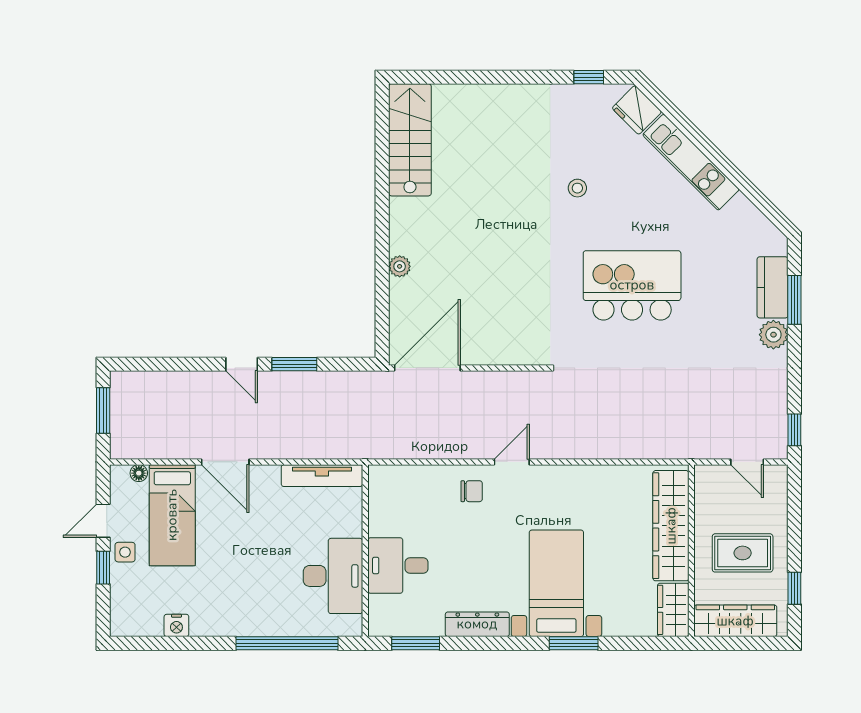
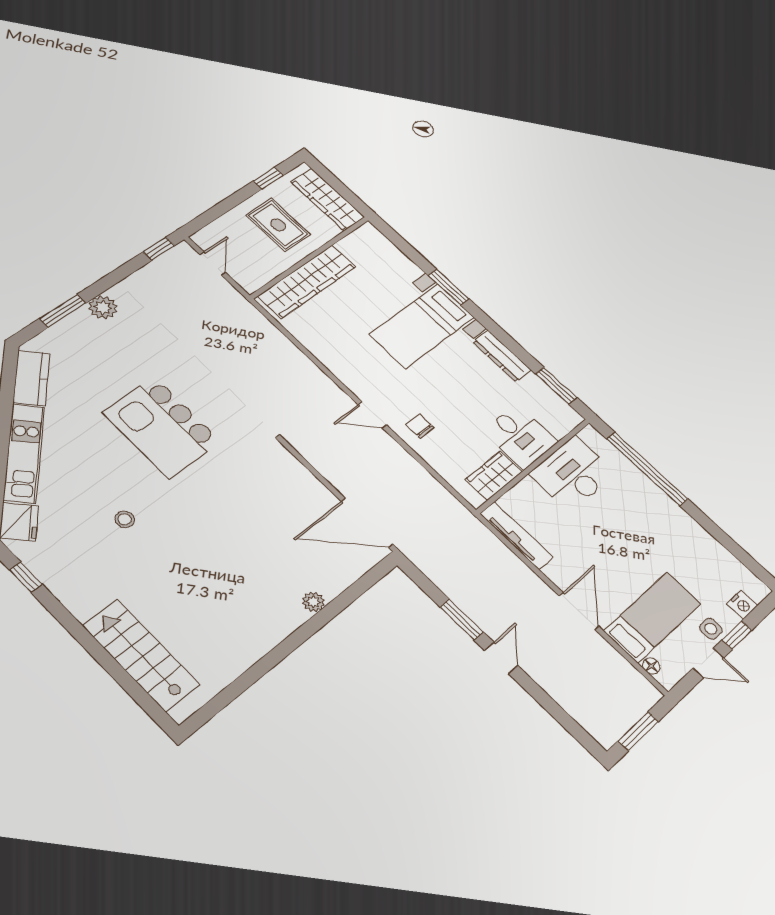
stairs: (410, 140) -> (141, 655), moved, turned 90
kitchen counter: (773, 287) -> (32, 378), moved, turned -45
wardrobe: (673, 610) -> (494, 476), moved, turned 180
nightstand: (176, 625) -> (742, 605), moved, turned 90

